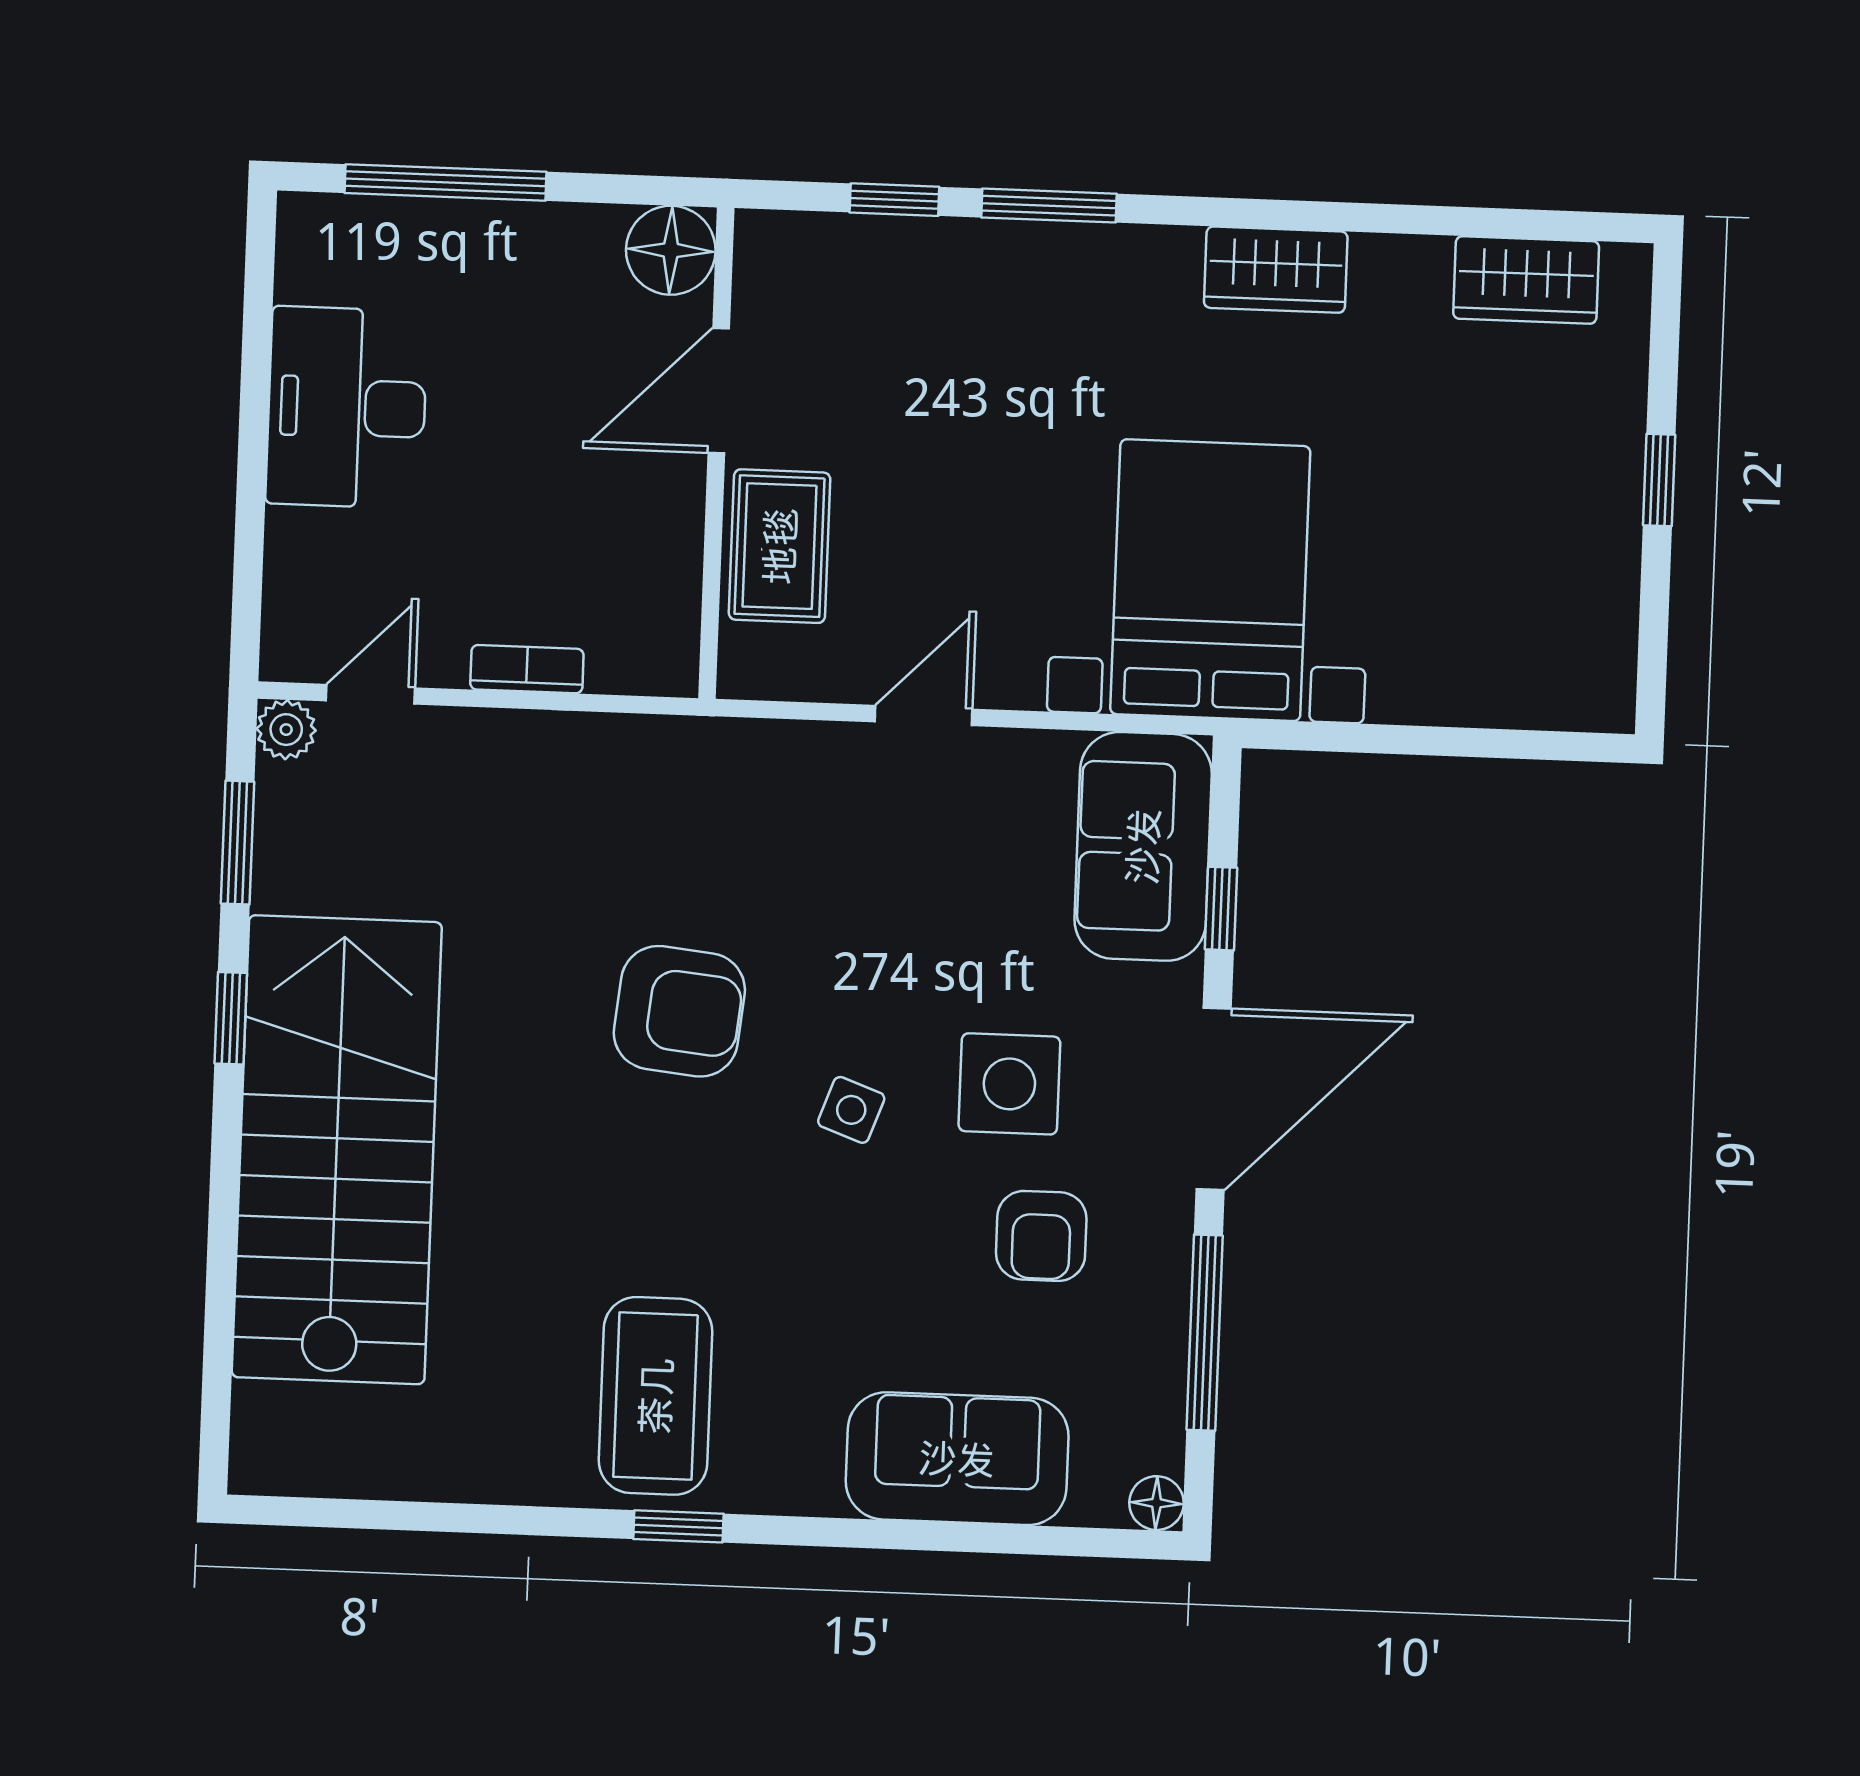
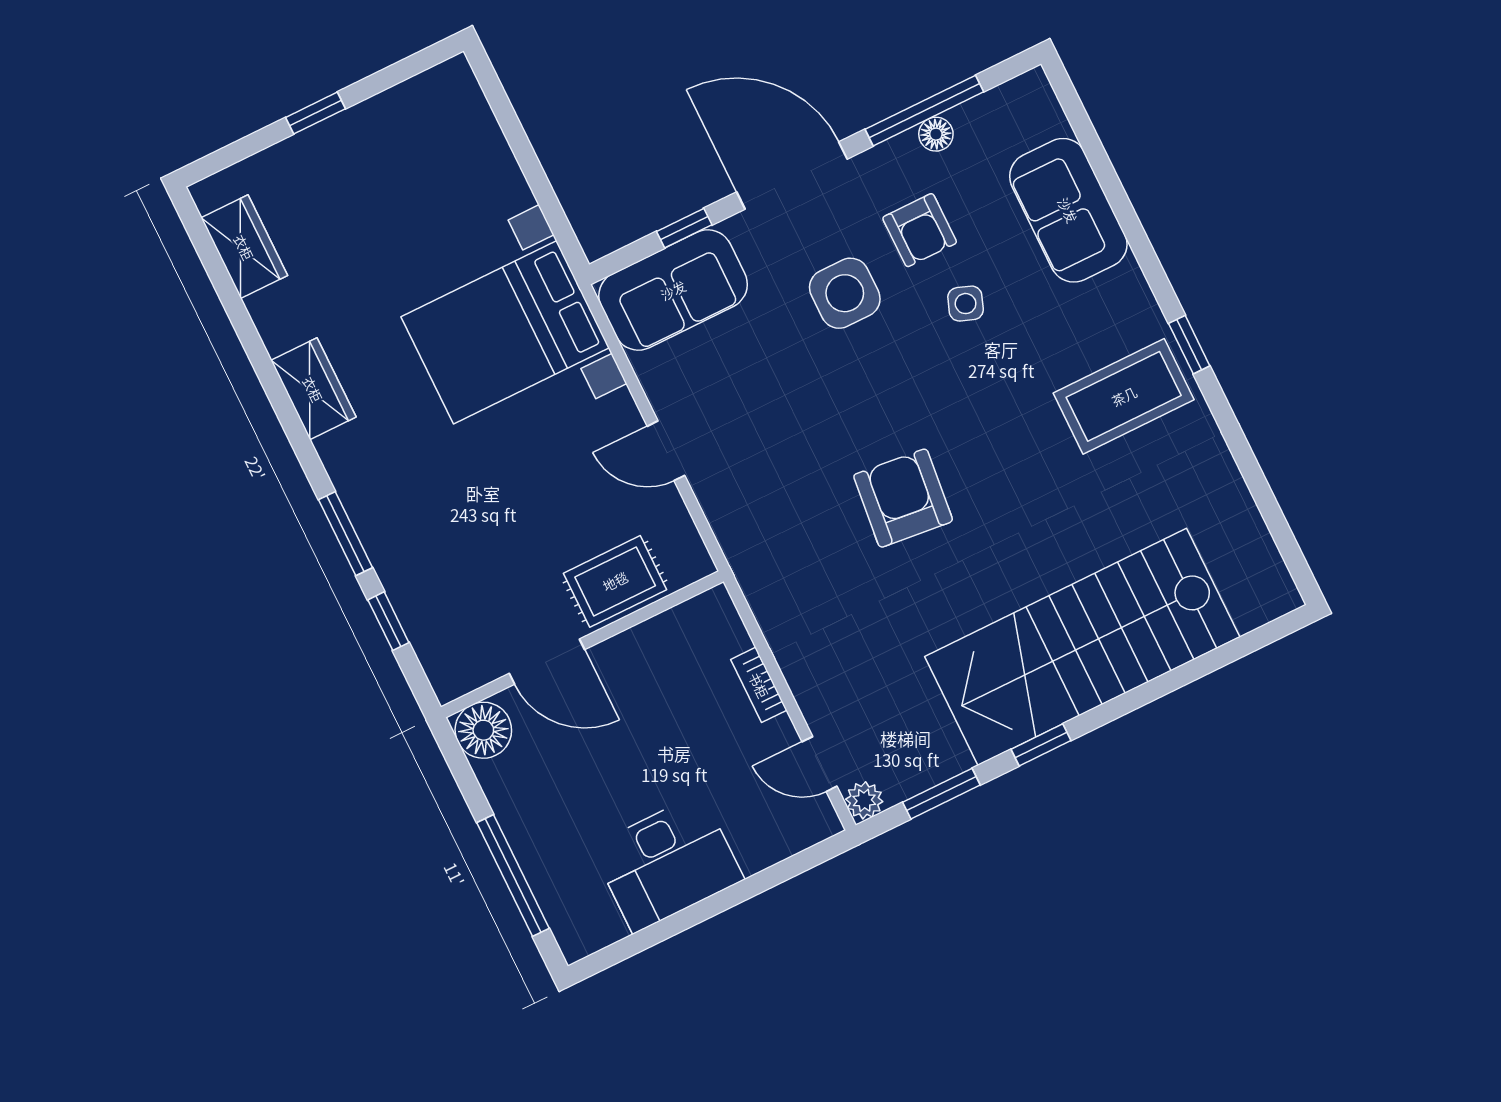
side table: (851, 1110) -> (966, 304), moved
armchair: (1041, 1236) -> (920, 230), turned 90
floor lamp: (1156, 1503) -> (936, 134), moved

